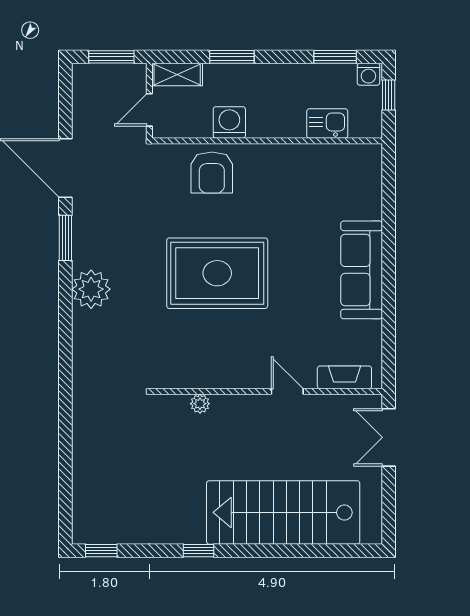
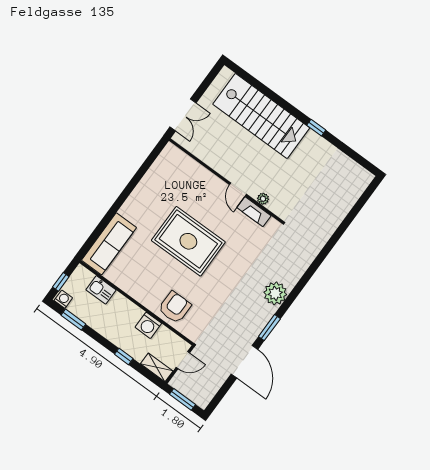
window: (232, 57) -> (124, 356), width x0.67
sofa: (362, 270) -> (109, 244), moved
rug: (217, 273) -> (188, 241), moved
fireplace: (344, 377) -> (254, 212), moved
door: (287, 391) -> (238, 189), moved
window: (101, 551) -> (364, 162), removed

